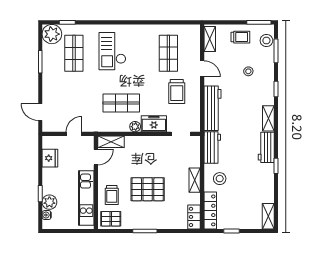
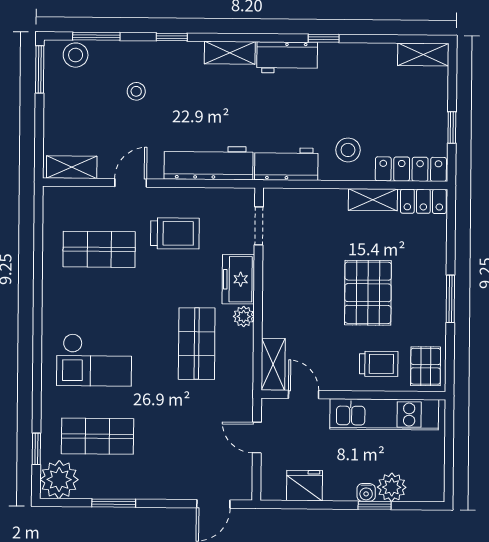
trolley: (240, 37) -> (68, 106), removed
shelving: (195, 180) -> (373, 200), moved
water cooler: (47, 215) -> (366, 492), moved

